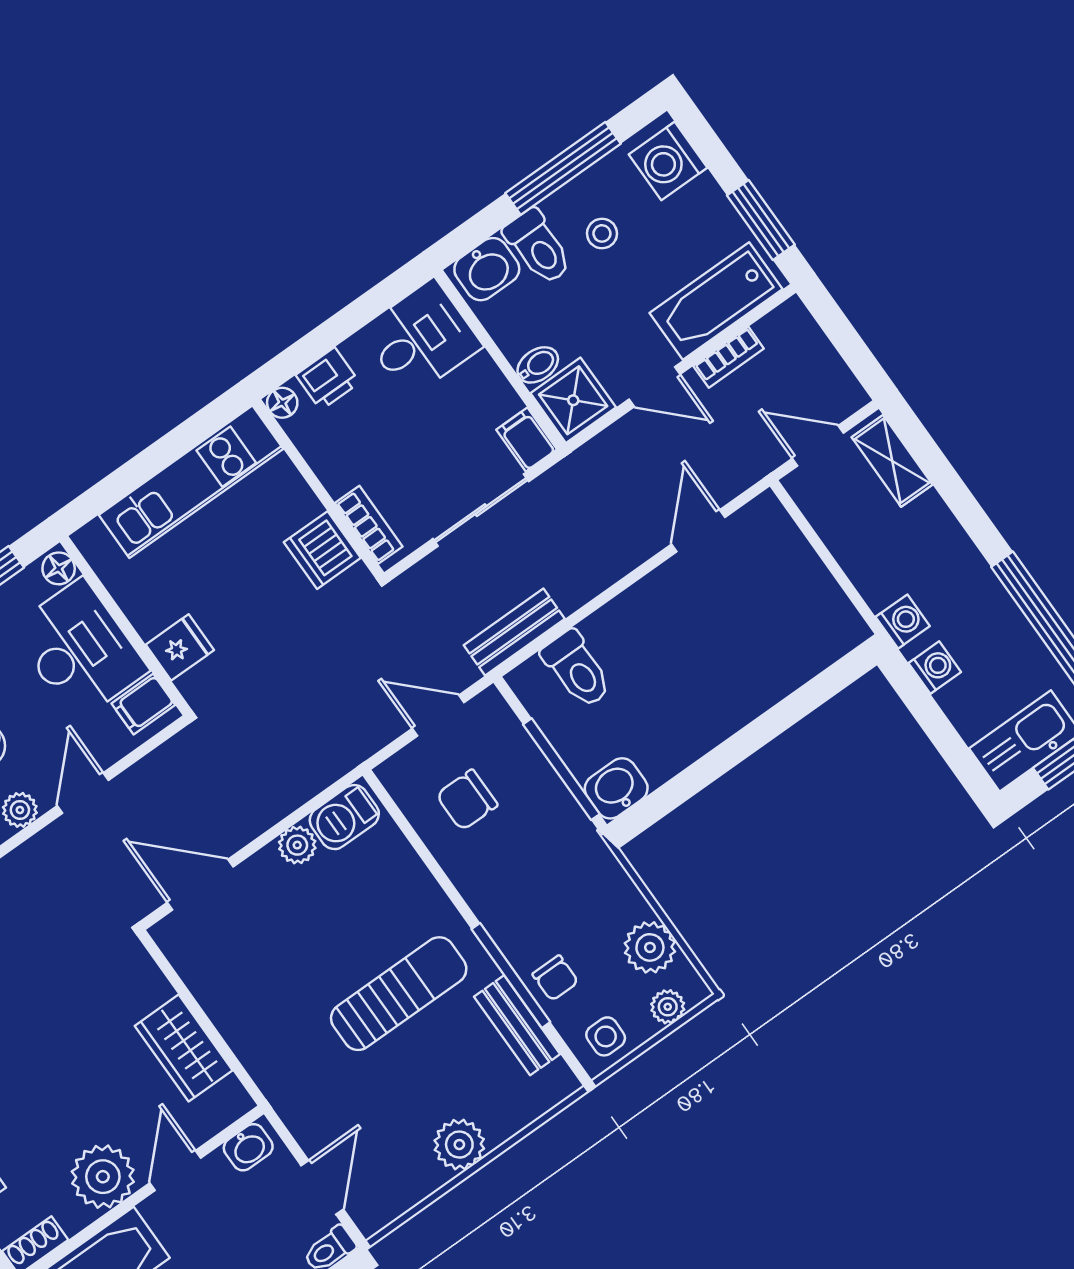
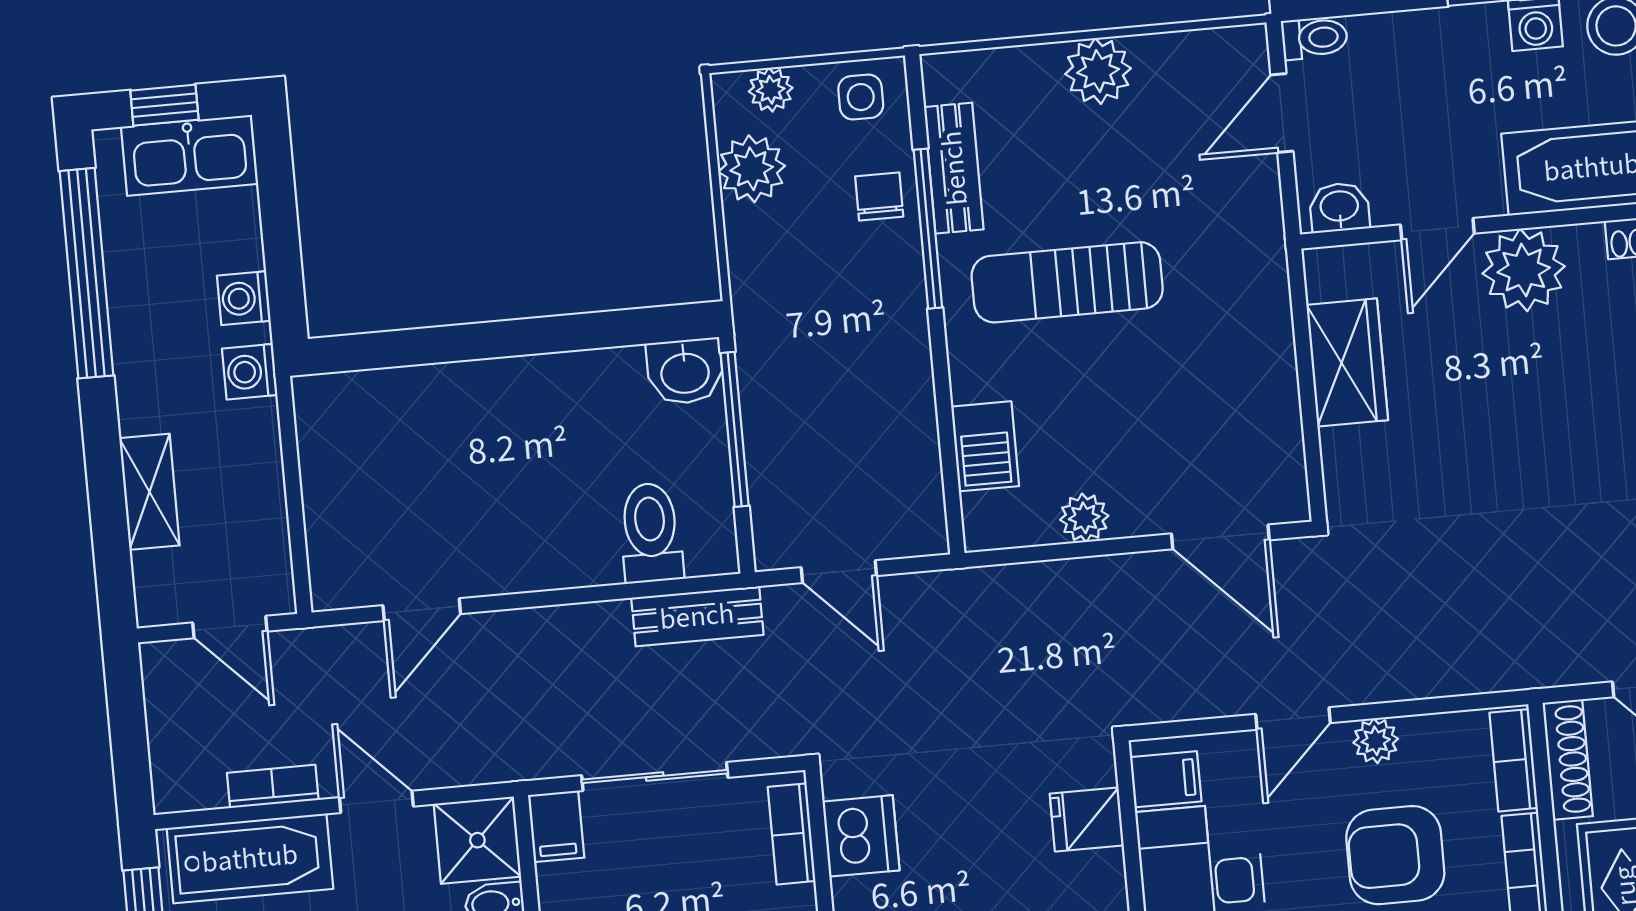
shelving: (892, 461) -> (149, 492), moved
chair: (467, 800) -> (862, 457), removed
barbecue: (344, 817) -> (985, 446), moved, turned 90

